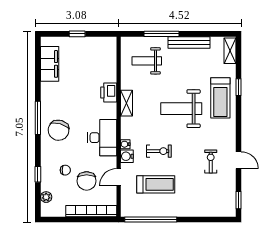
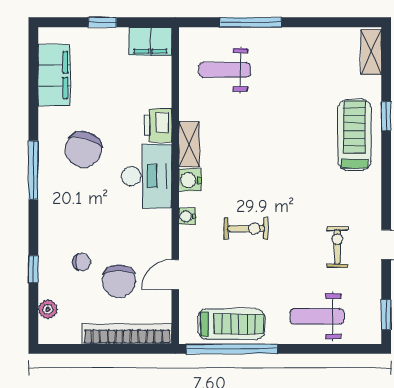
bench: (189, 42) -> (299, 37), removed
filing cabinet: (104, 45) -> (150, 41), added
treadmill: (220, 98) -> (354, 135), turned 180
weight bench: (181, 109) -> (317, 316), moved, width x0.73, depth x0.75
chair: (59, 130) -> (83, 149), moved
desk: (102, 138) -> (147, 176), moved
water cooler: (127, 156) -> (190, 180), moved
treadmill: (156, 184) -> (231, 324), moved

